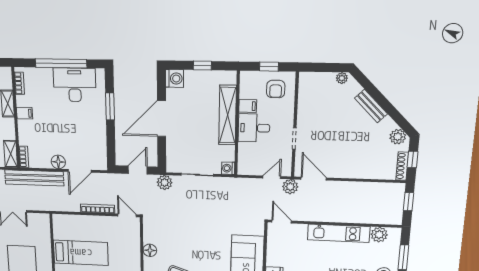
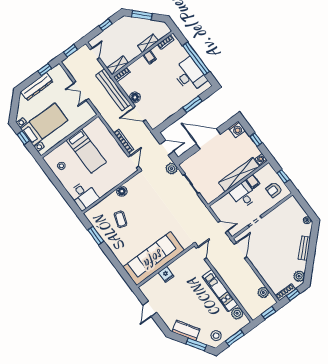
washing machine: (228, 168) -> (261, 160), moved
plant: (290, 187) -> (263, 292), moved

